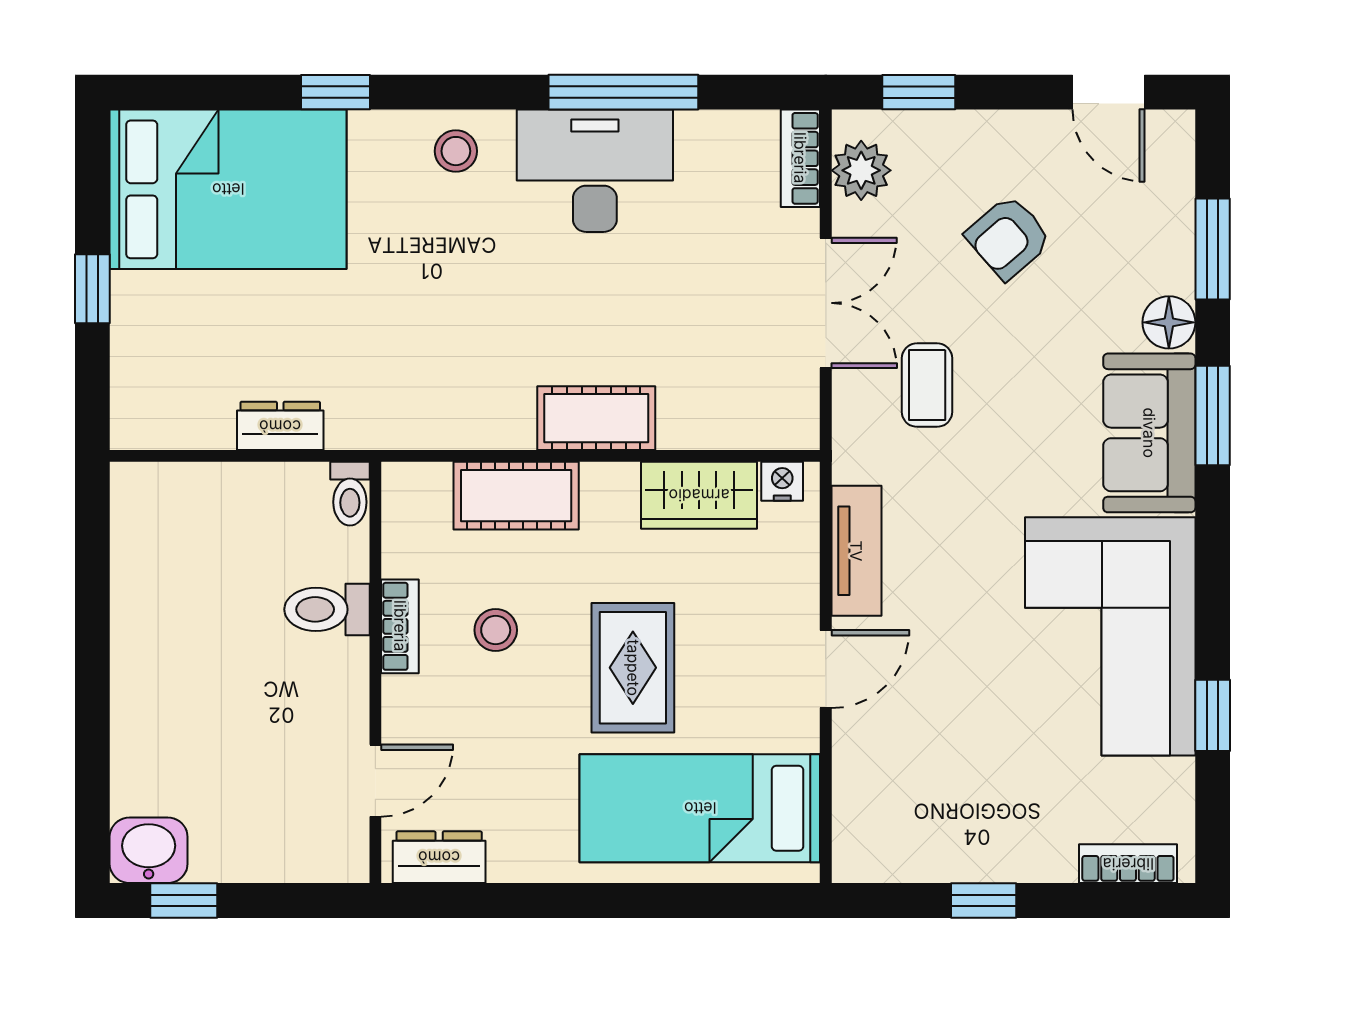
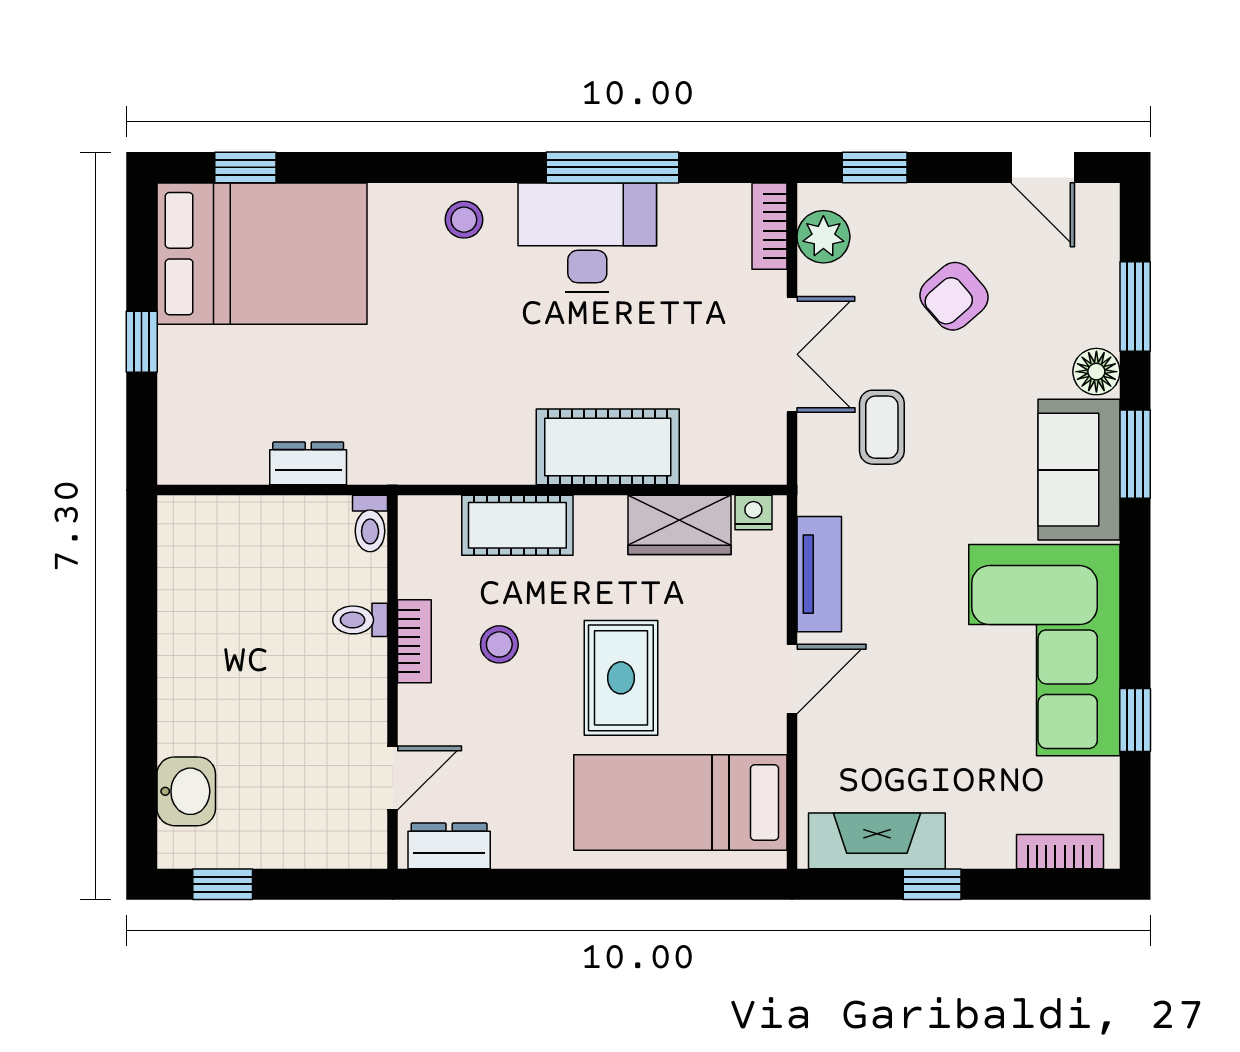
window: (336, 92) -> (245, 167), moved
cot: (596, 418) -> (608, 447), width x1.37, depth x1.34
toilet: (327, 609) -> (360, 620), width x0.73, depth x0.72
washbasin: (149, 850) -> (186, 791), moved, turned 90
fireplace: (921, 852) -> (877, 841), added

